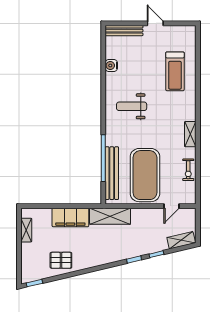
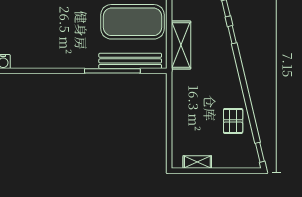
weight bench: (132, 106) -> (51, 38), removed
shelving: (110, 216) -> (181, 45), moved
filing cabinet: (70, 217) -> (183, 110), removed

